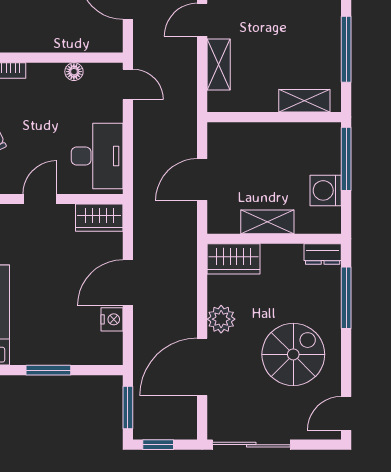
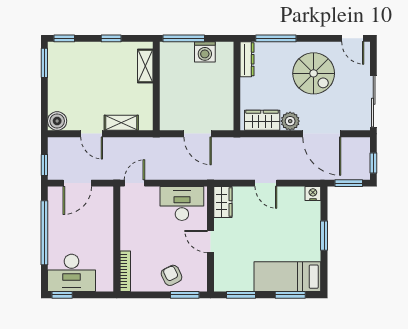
window: (346, 49) -> (111, 38), width x0.46
floor lamp: (74, 72) -> (126, 219), removed
shelving: (267, 222) -> (226, 90), removed
dresser: (323, 254) -> (247, 59), width x1.44
wardrobe: (234, 259) -> (262, 120), moved, turned -90
door: (128, 283) -> (266, 183), width x0.73
nightstand: (112, 319) -> (313, 194), moved
spiral stairs: (293, 354) -> (314, 73), turned 180

